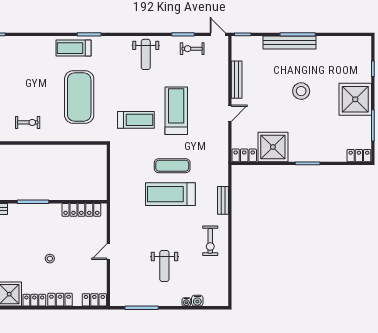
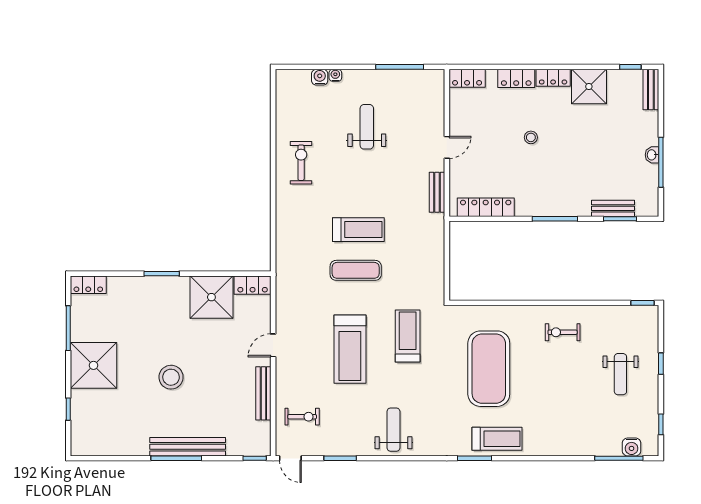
exercise bike: (192, 49) -> (302, 417), moved
treadmill: (136, 120) -> (408, 336), turned 90
treadmill: (170, 194) -> (358, 230), width x0.73, depth x0.73
bench: (223, 200) -> (437, 192), moved

